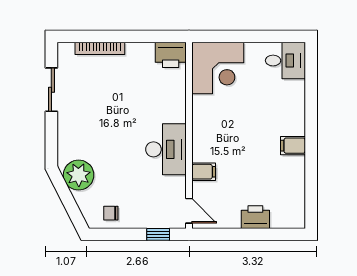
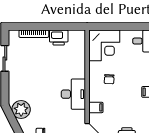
printer: (171, 55) -> (59, 38), moved
chair: (226, 124) -> (109, 79), added

